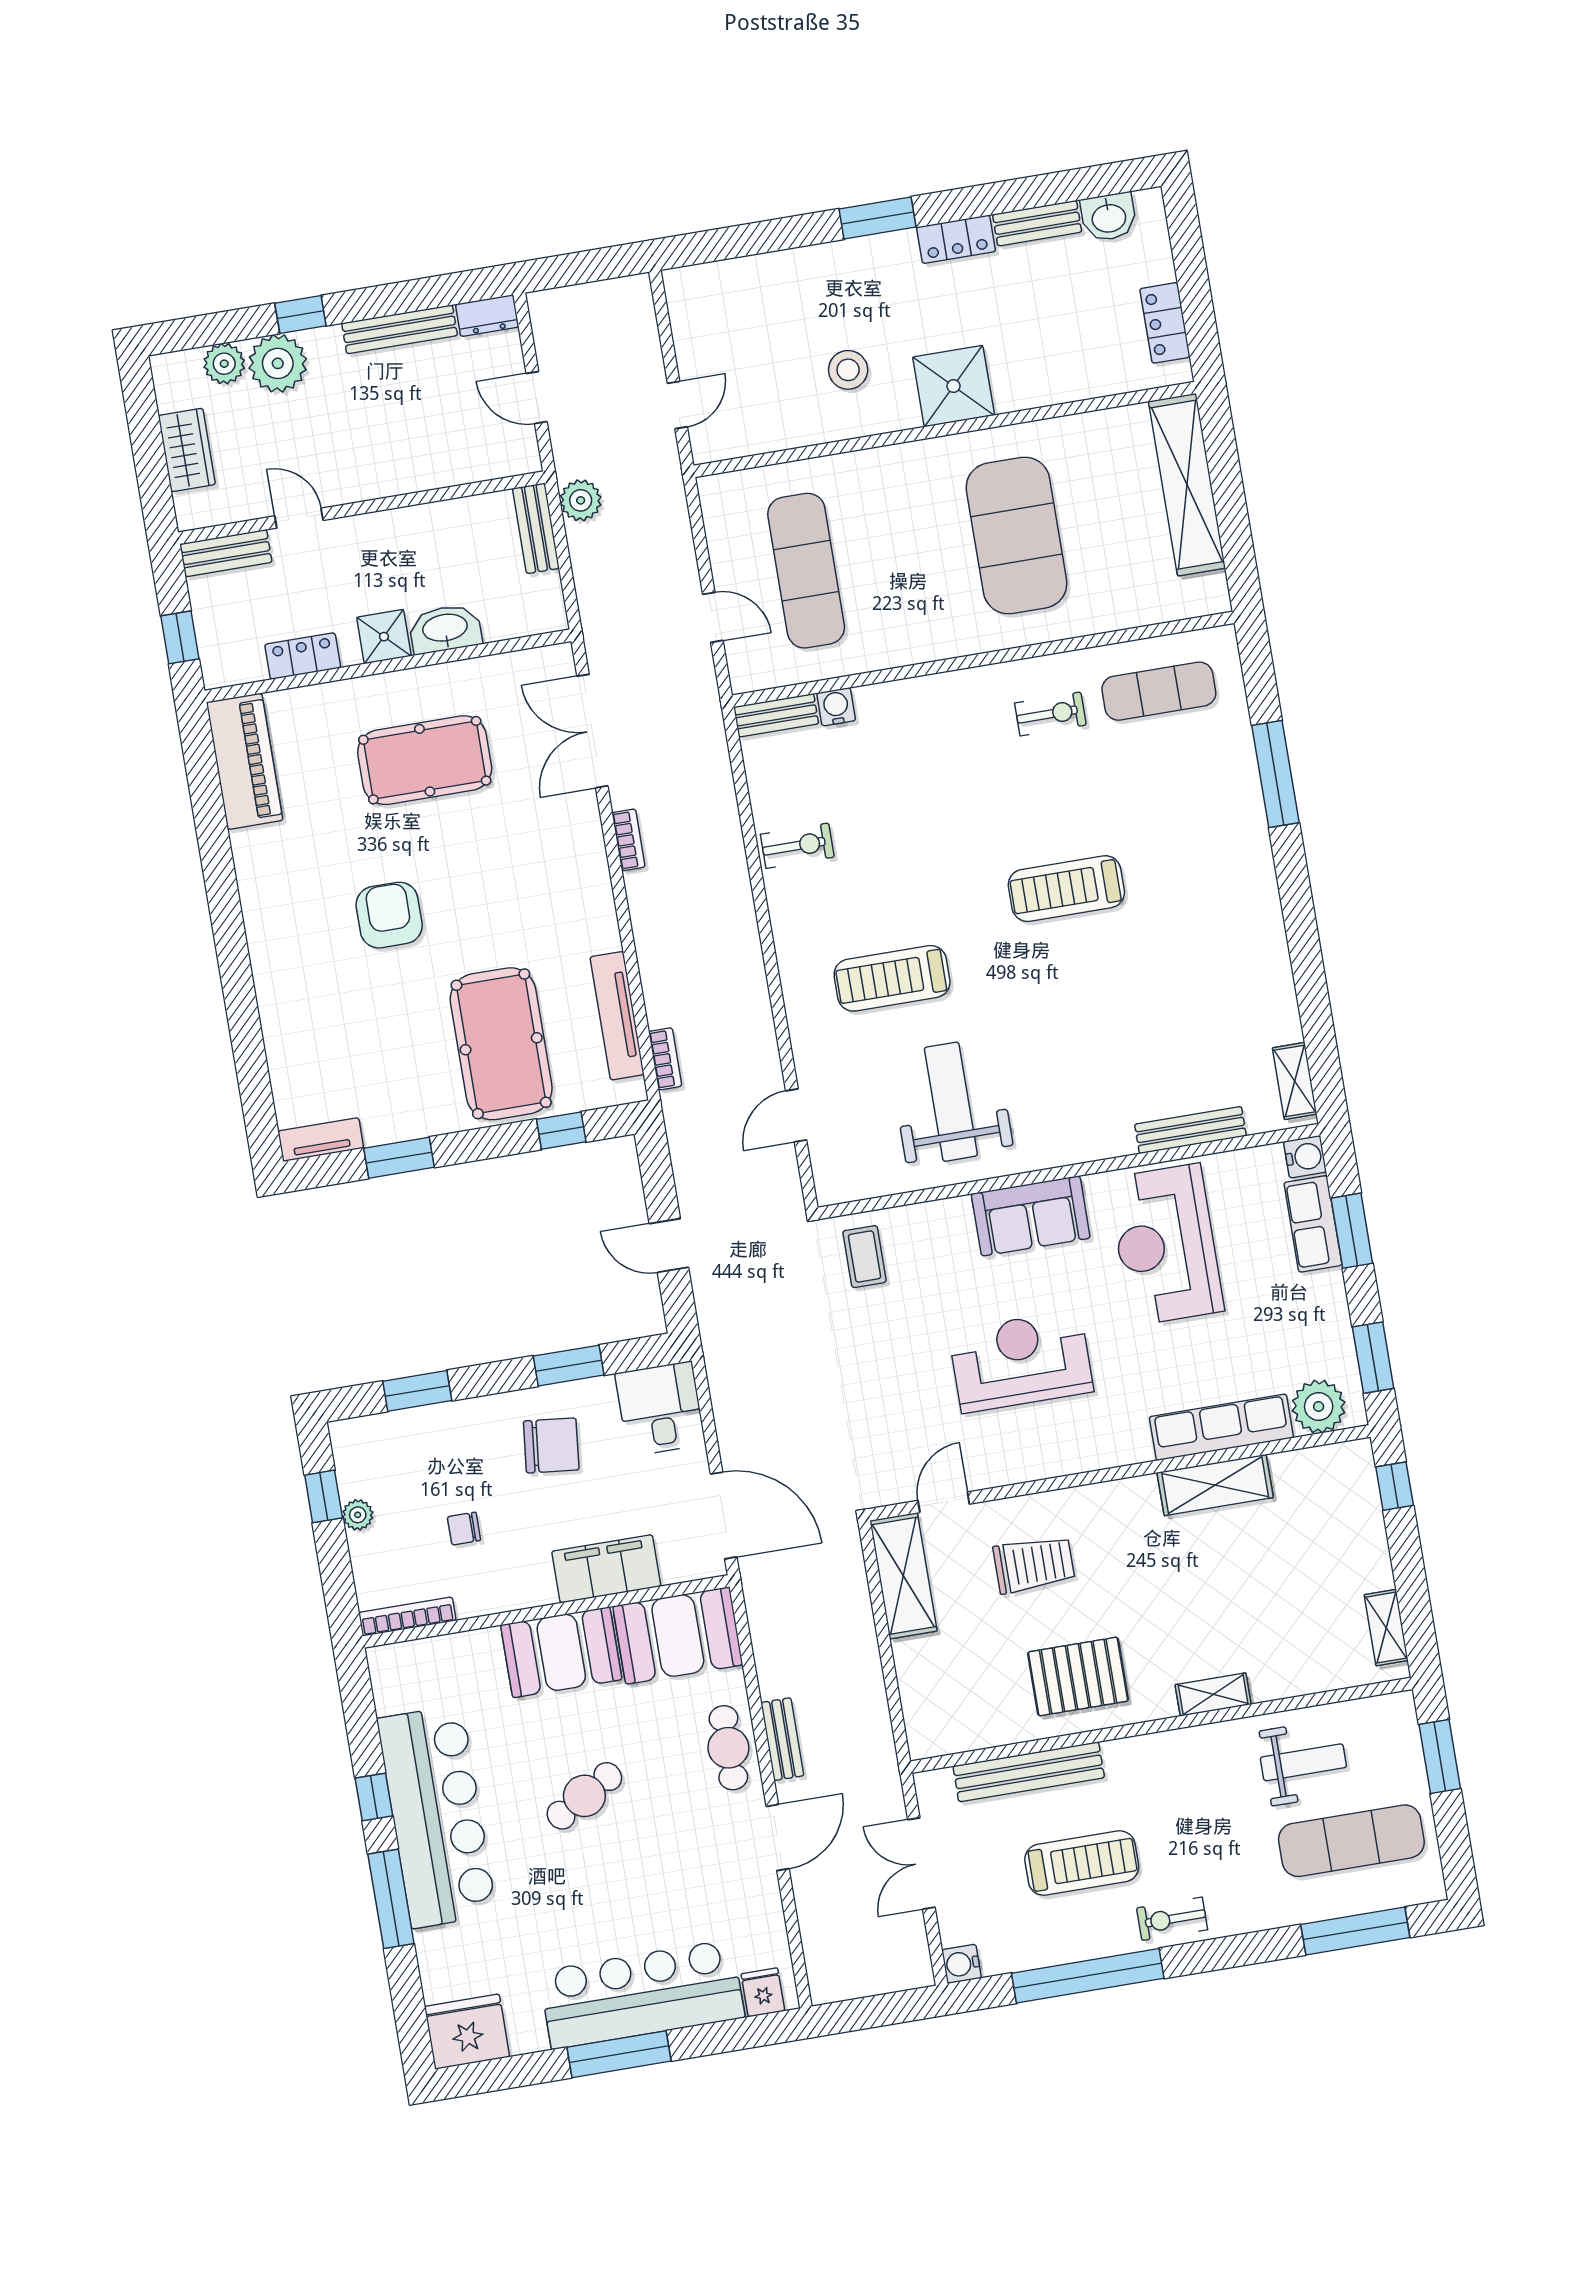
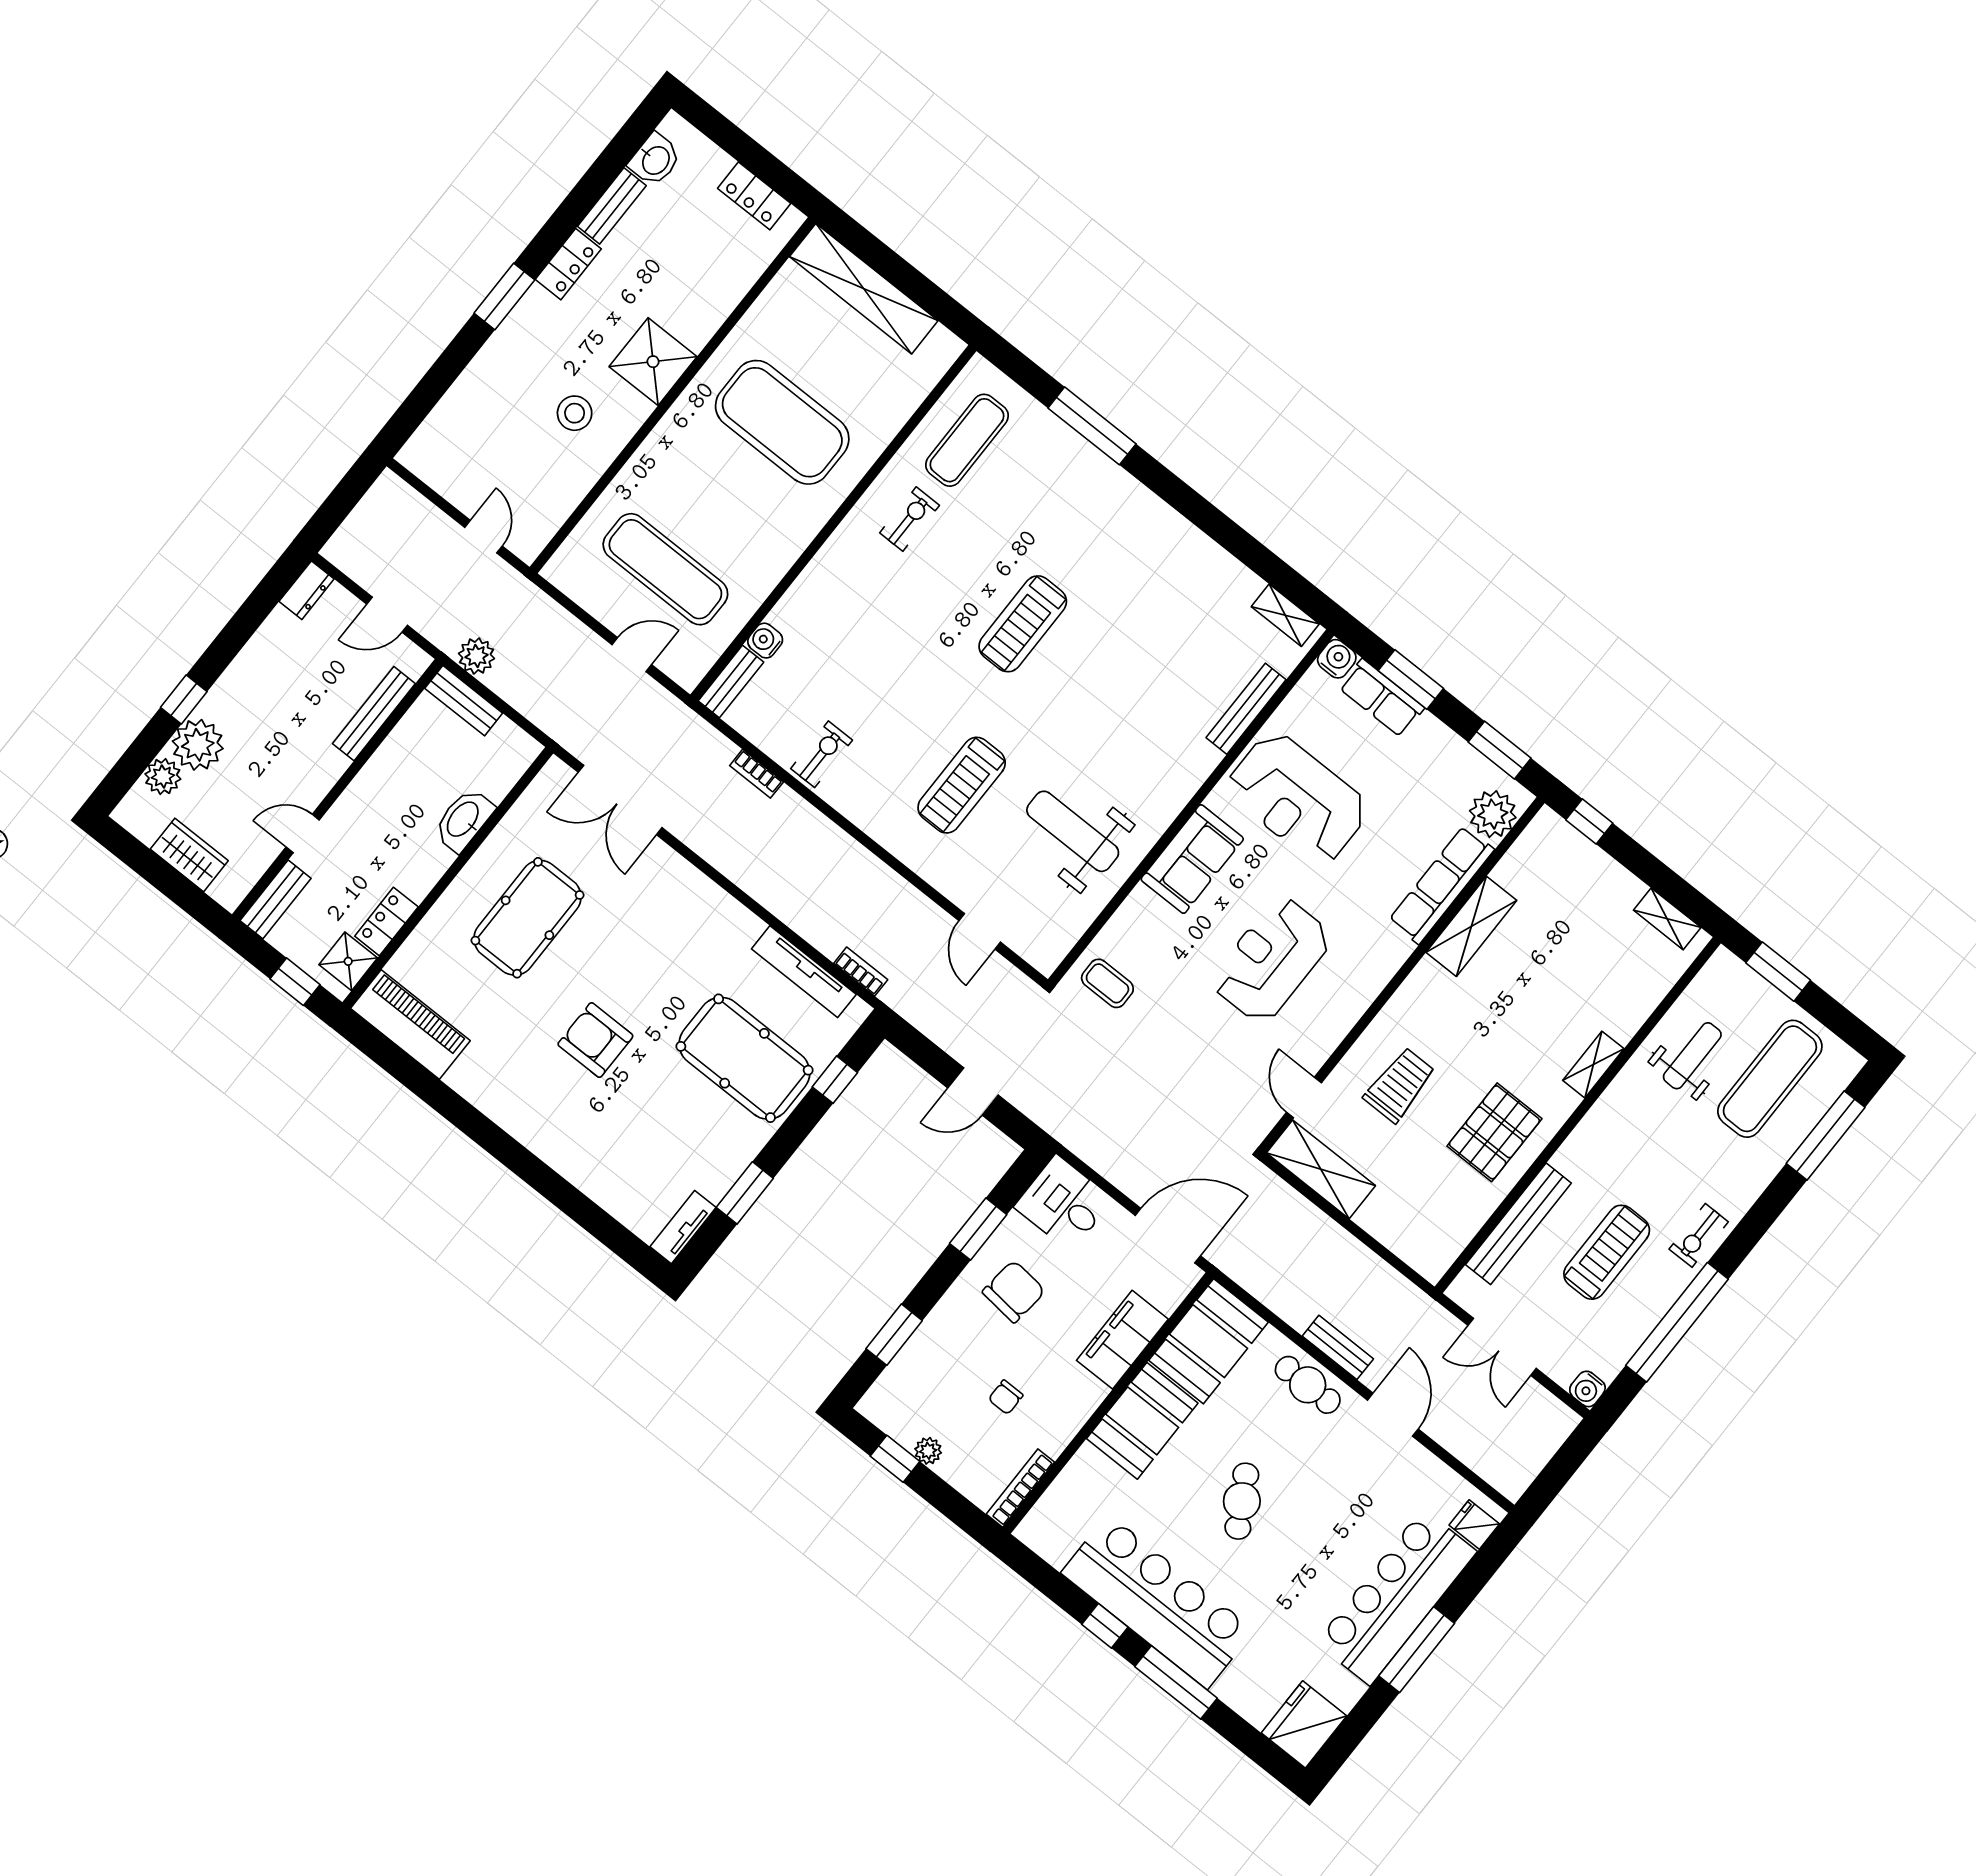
bench: (400, 329) -> (374, 714), moved
shower: (384, 637) -> (348, 961), moved
bookcase: (629, 840) -> (757, 774), moved, turned 180

